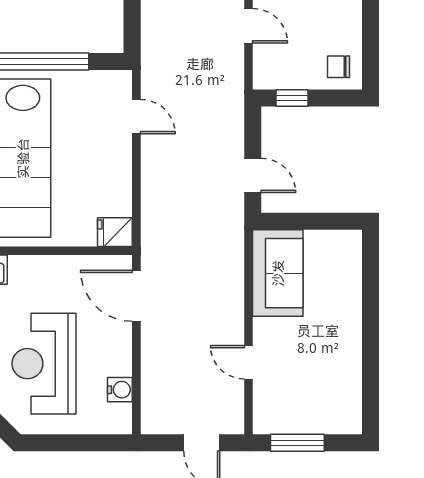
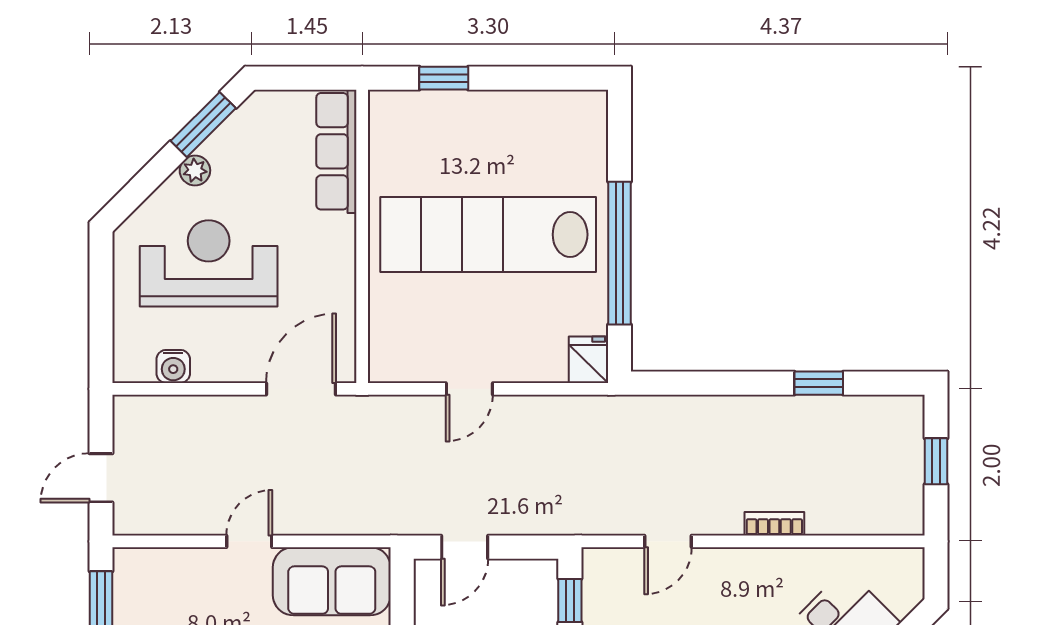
door: (136, 117) -> (469, 389), moved
fridge: (115, 232) -> (588, 360), moved
door: (248, 362) -> (249, 541), moved

